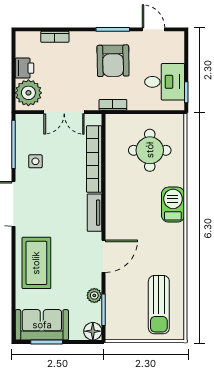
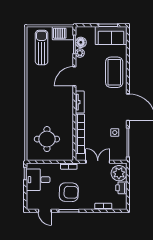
armchair: (113, 61) -> (69, 192), turned 93
barbecue: (173, 205) -> (63, 33), moved, turned 90
floor lamp: (93, 331) -> (81, 42), moved

